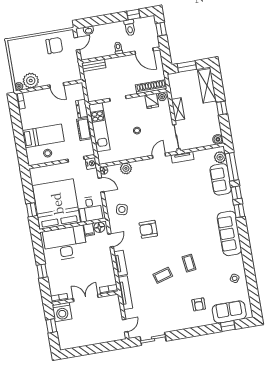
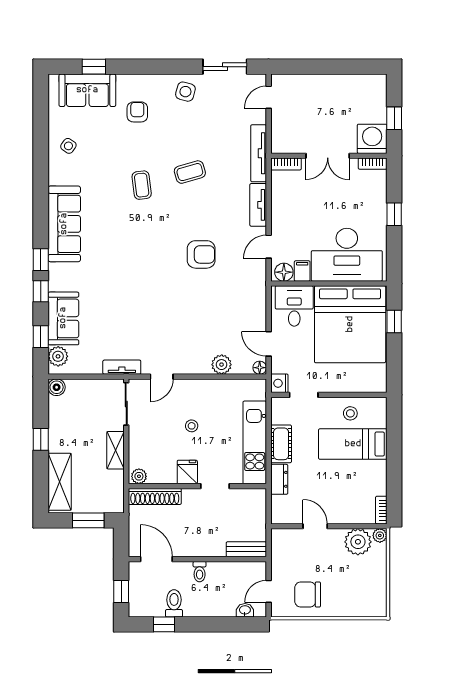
fridge: (152, 101) -> (187, 472), moved
window: (232, 167) -> (41, 337), width x0.46
side table: (122, 209) -> (185, 92), moved

